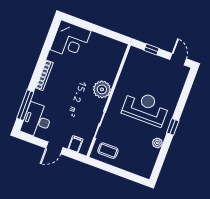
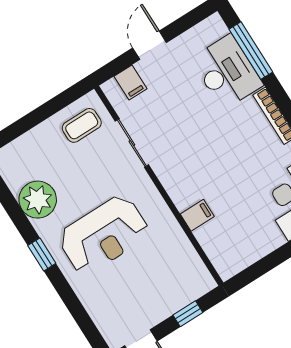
filing cabinet: (109, 76) -> (197, 215), added
plant: (102, 89) -> (184, 189), removed
desk: (37, 120) -> (227, 72), moved
plant: (157, 143) -> (38, 200), width x1.87, depth x1.87

